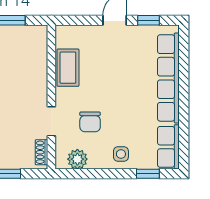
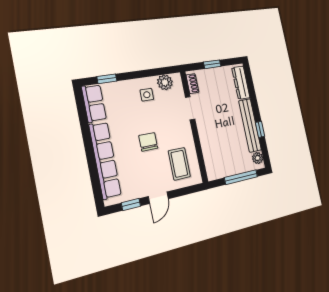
coffee table: (68, 68) -> (179, 164), moved
chair: (90, 122) -> (148, 142), moved
side table: (121, 154) -> (147, 95), moved

